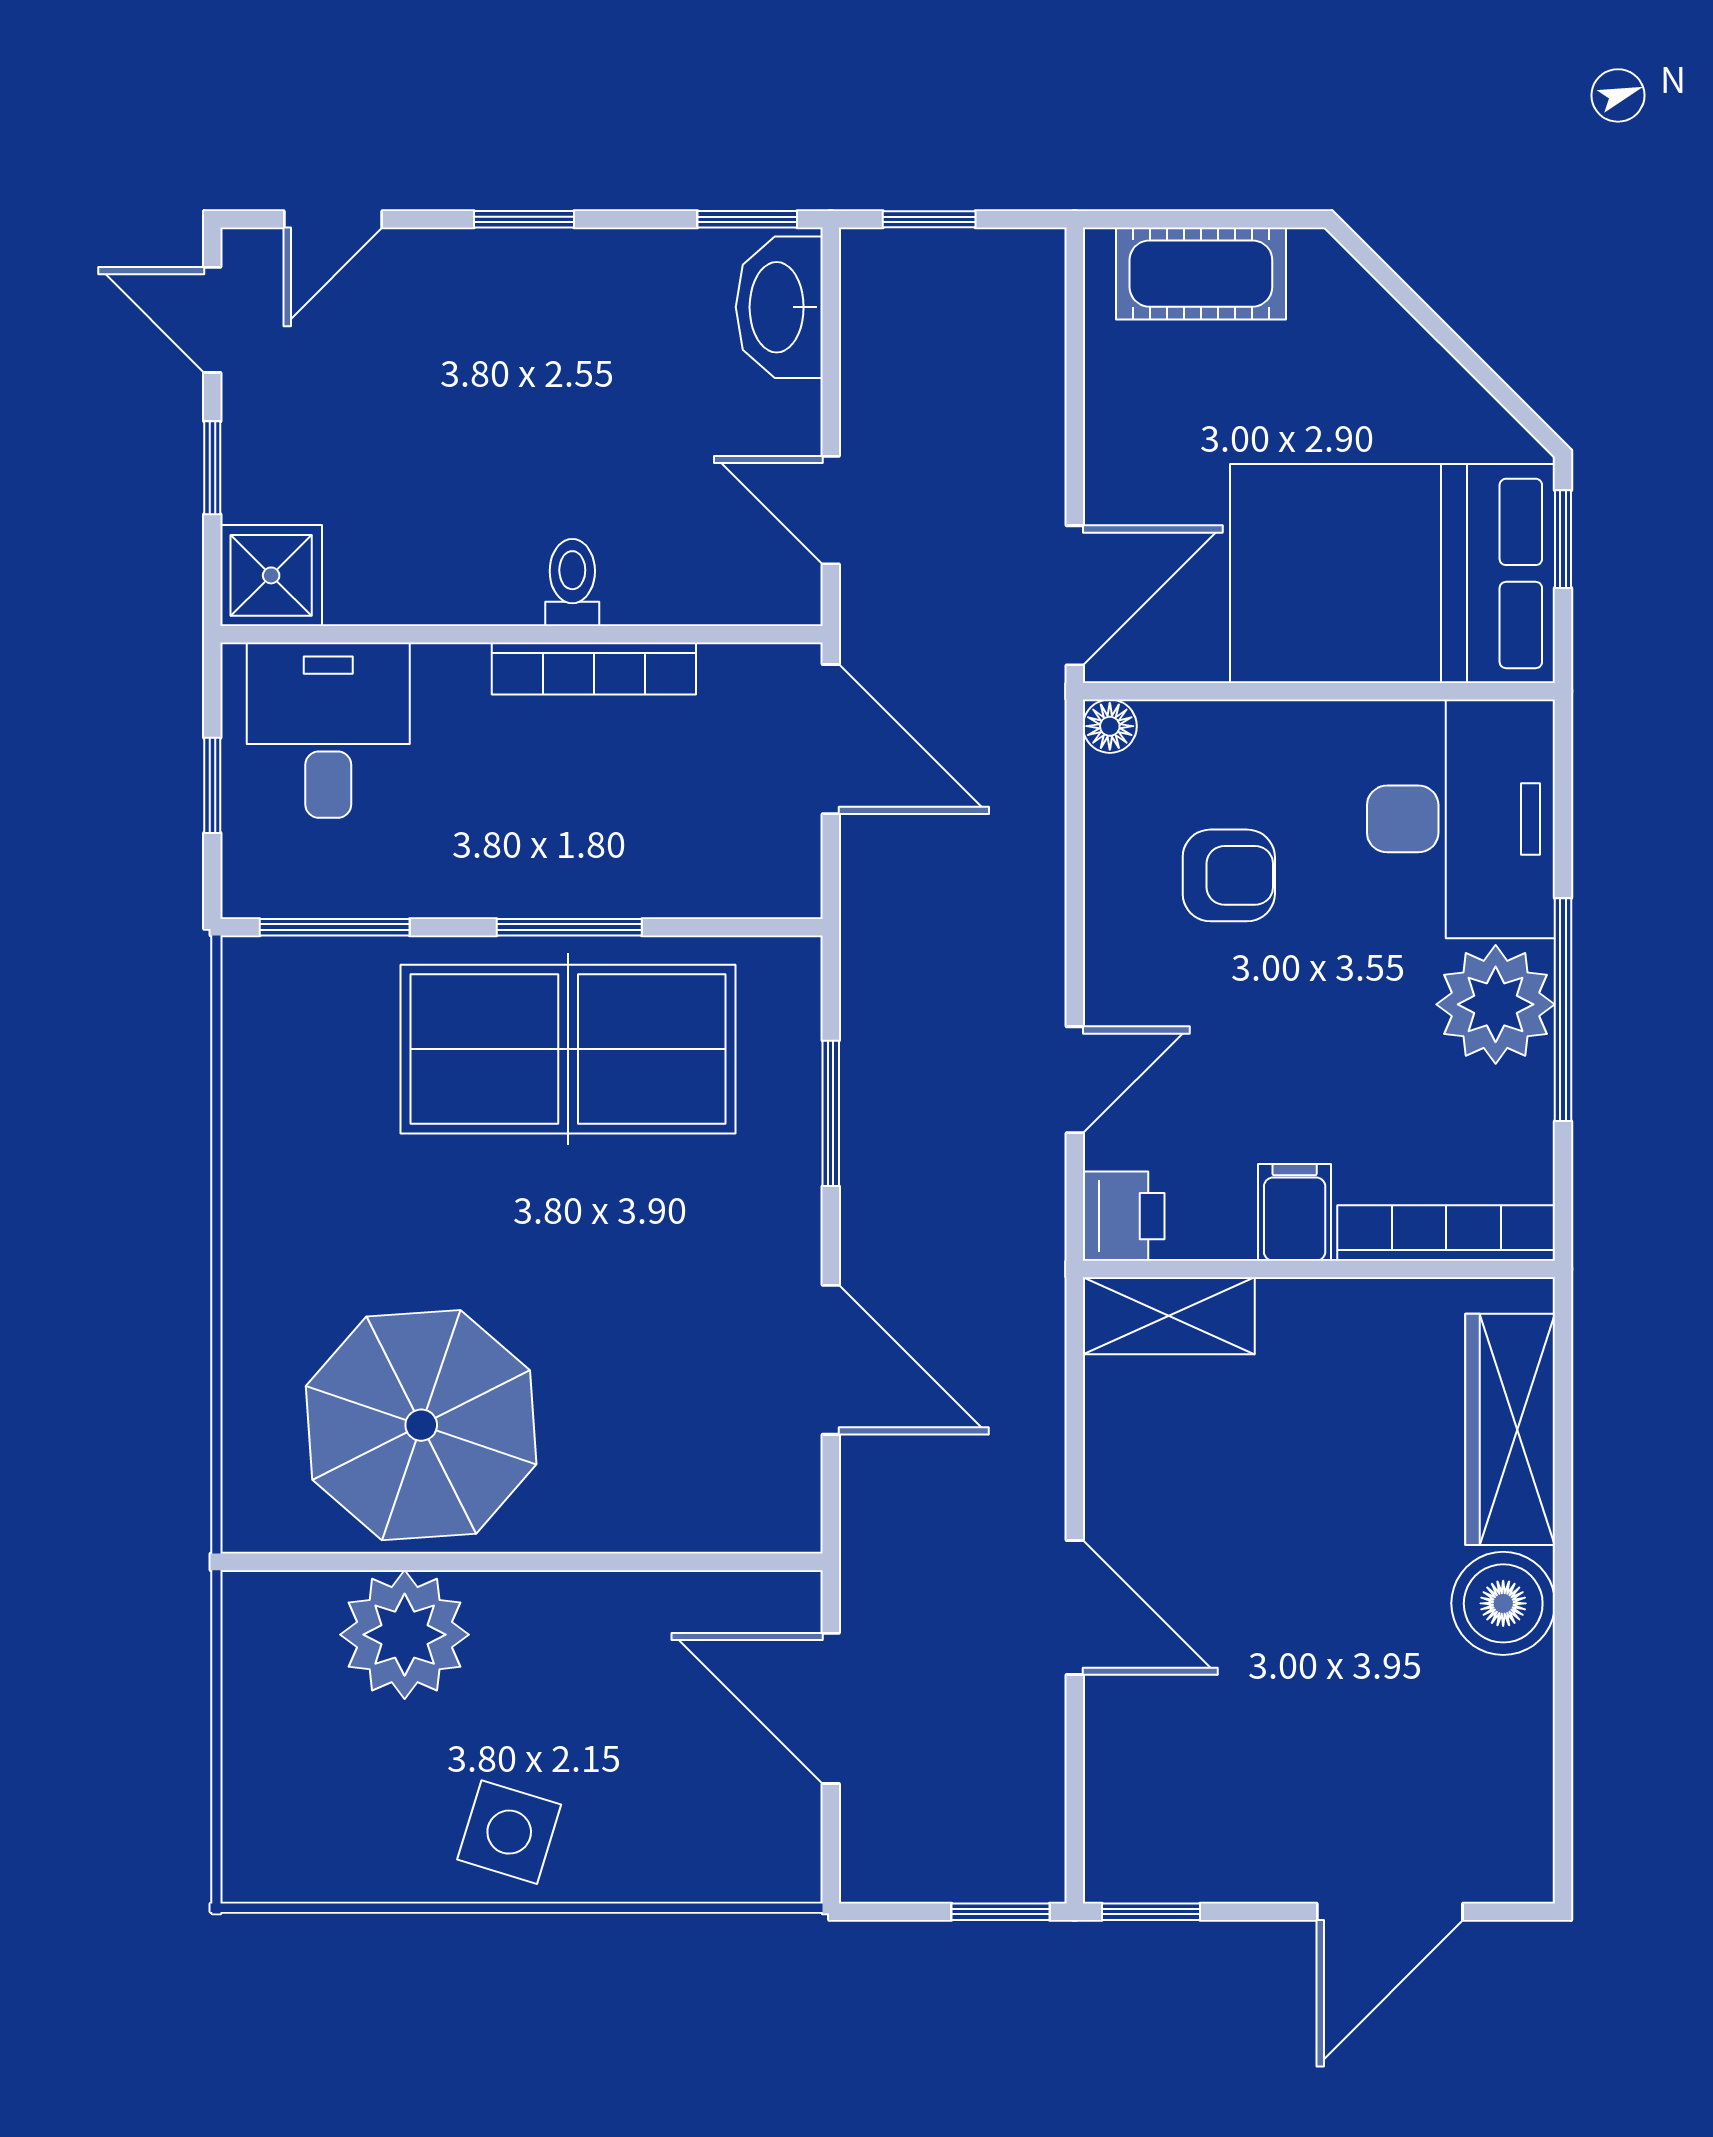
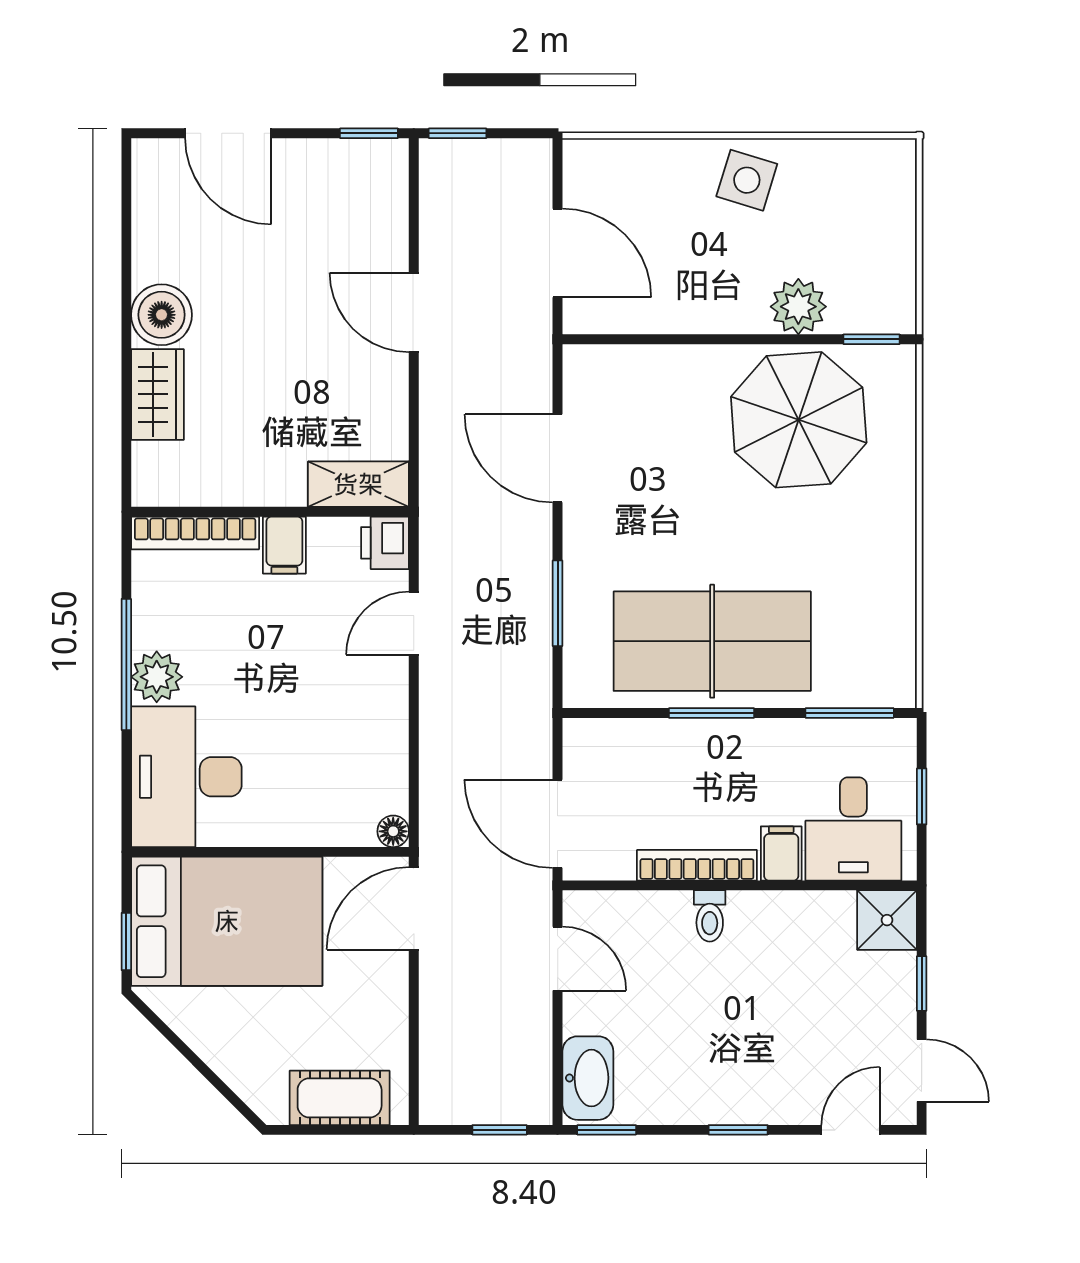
filing cabinet: (451, 689) -> (781, 853), added
armchair: (1229, 875) -> (323, 743), removed
plant: (1496, 1004) -> (157, 677), width x0.73, depth x0.73
wardrobe: (1510, 1429) -> (157, 394), width x0.67
window: (298, 1562) -> (871, 339), added
plant: (405, 1635) -> (798, 307), width x0.73, depth x0.73
door: (1390, 1912) -> (228, 133), swing flipped

